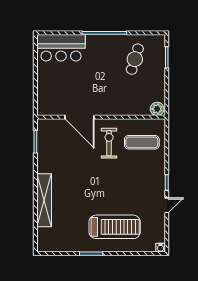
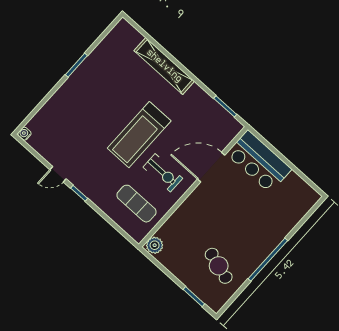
bar counter: (61, 48) -> (259, 162), moved, turned -90
exercise mat: (142, 142) -> (137, 204), turned 90
door: (167, 205) -> (58, 174), hinge flipped
treadmill: (115, 227) -> (139, 135), moved

